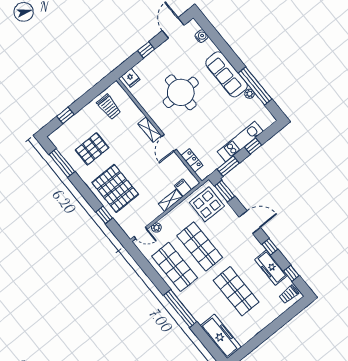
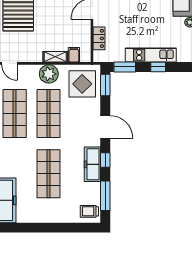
plant: (156, 228) -> (49, 74), moved, width x1.88, depth x1.88
freezer: (271, 268) -> (92, 164), moved
window: (291, 273) -> (105, 196), width x2.17

